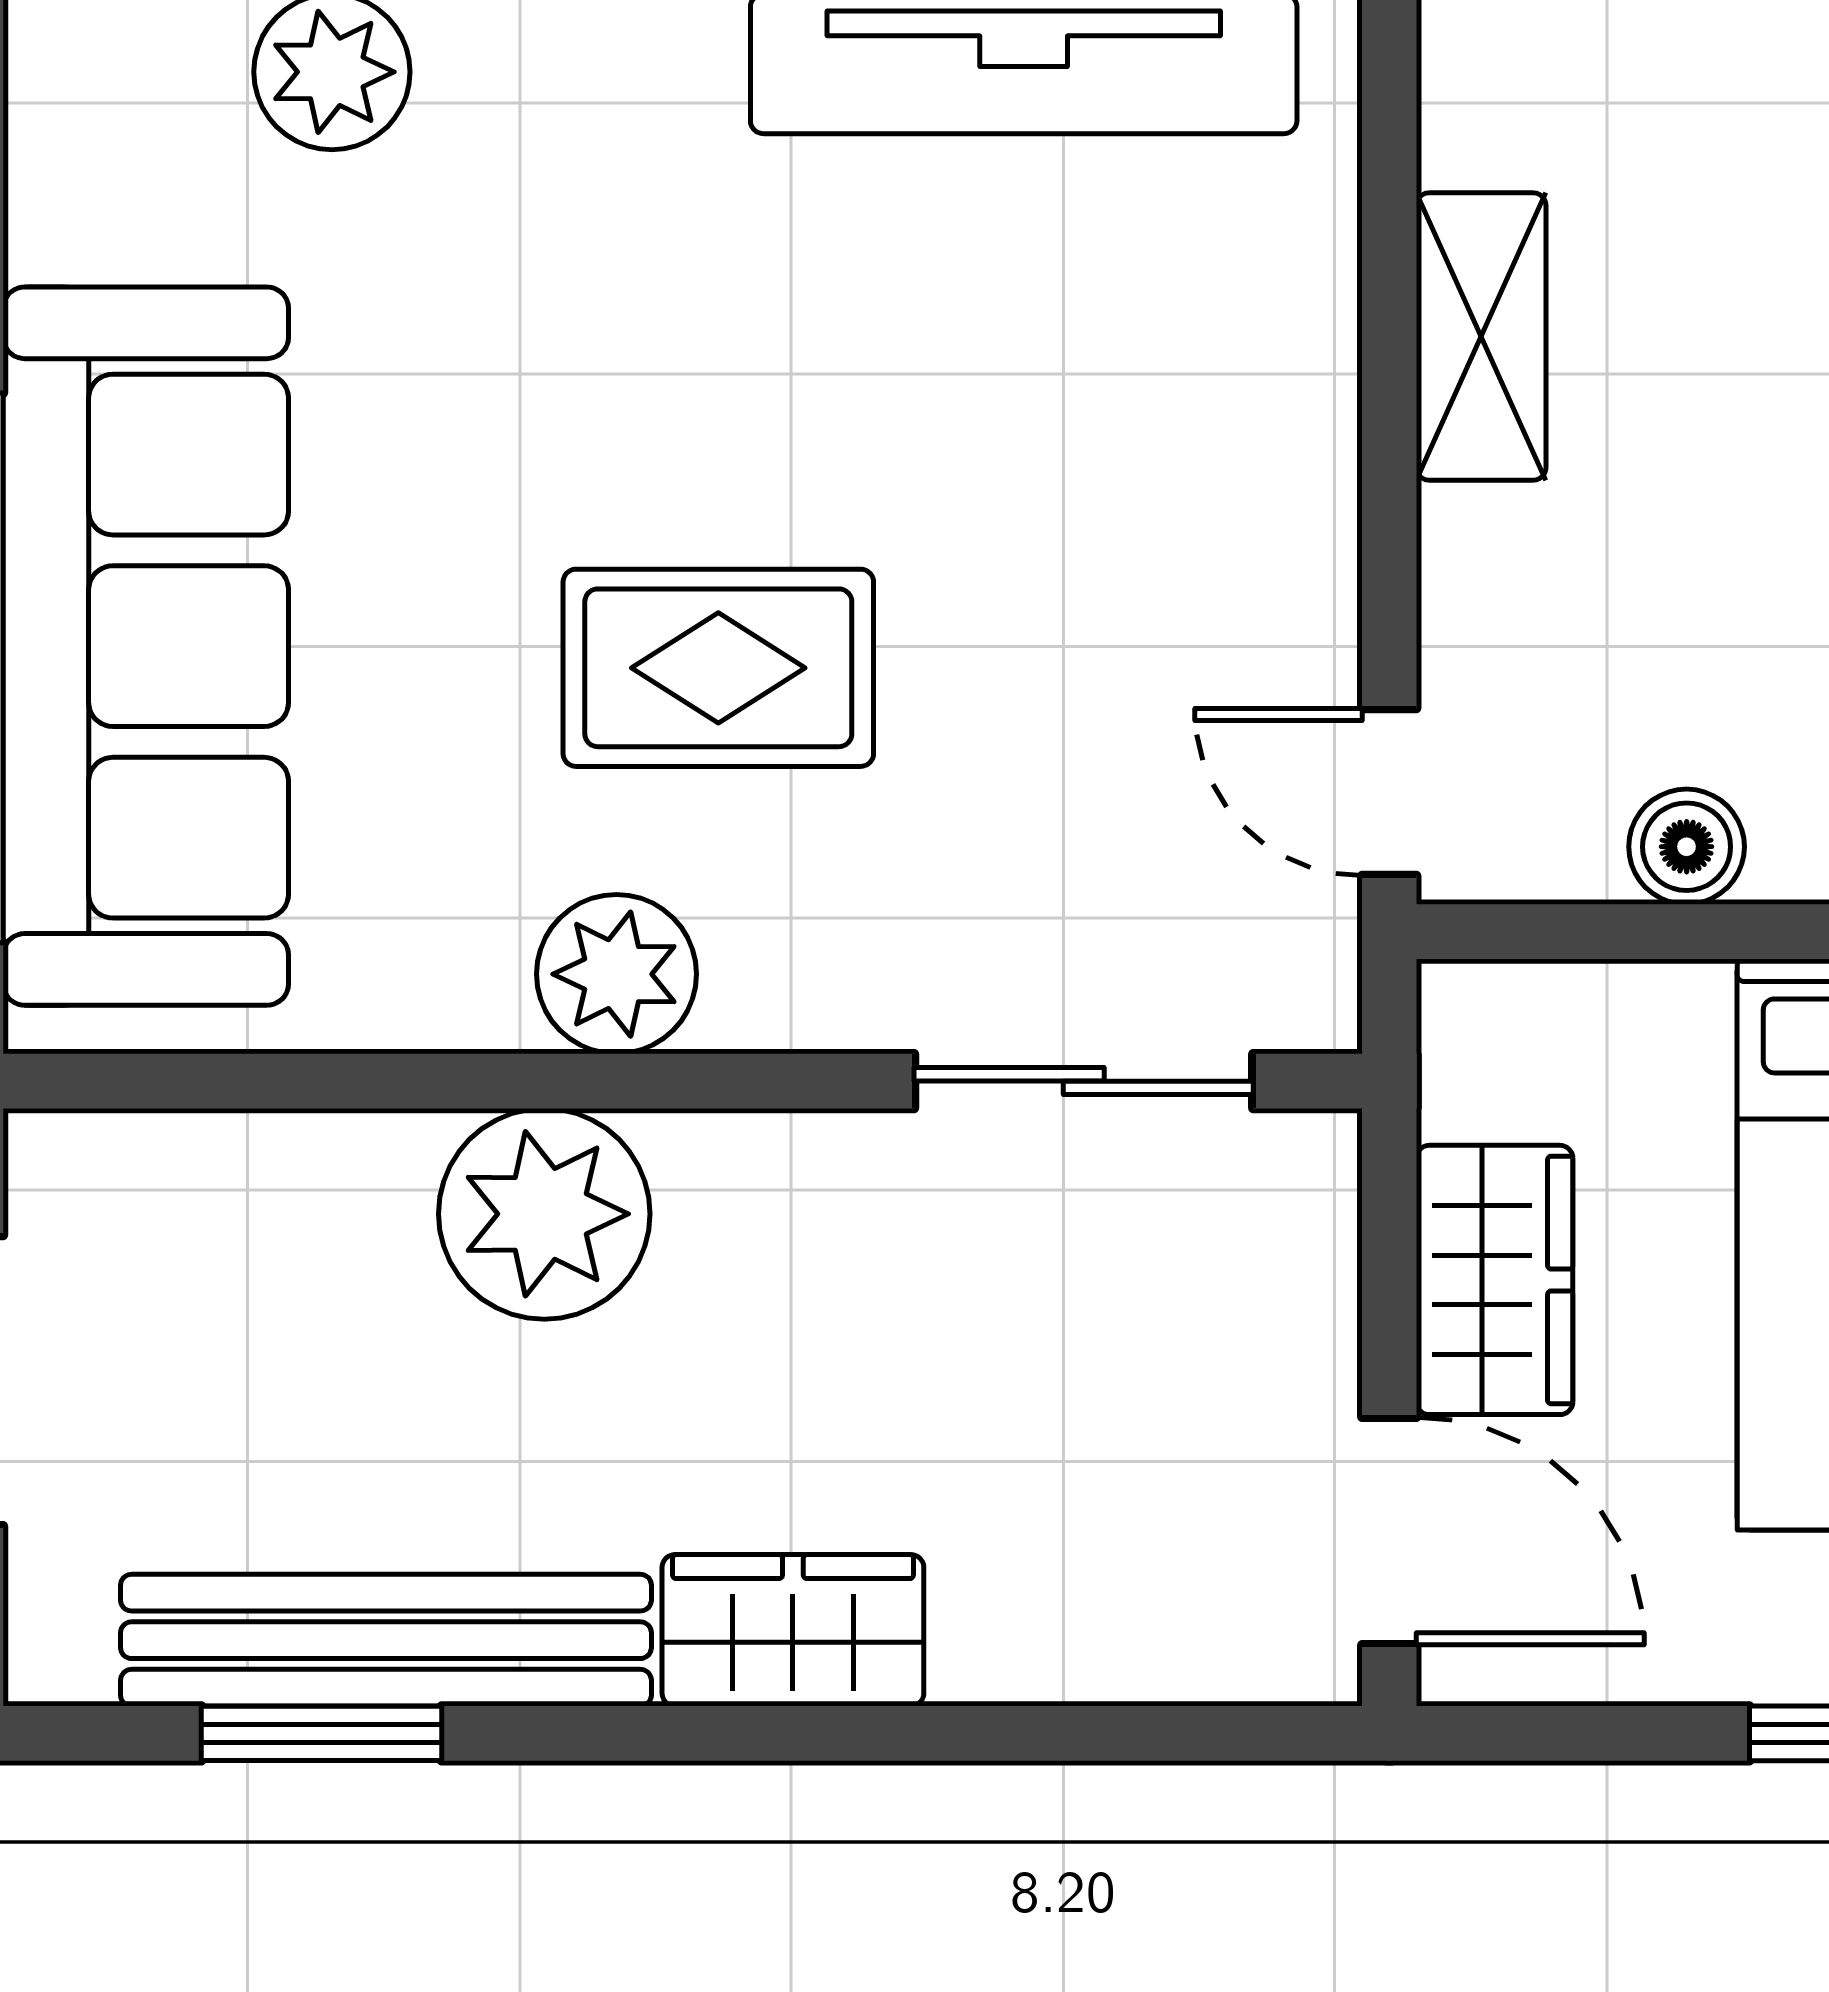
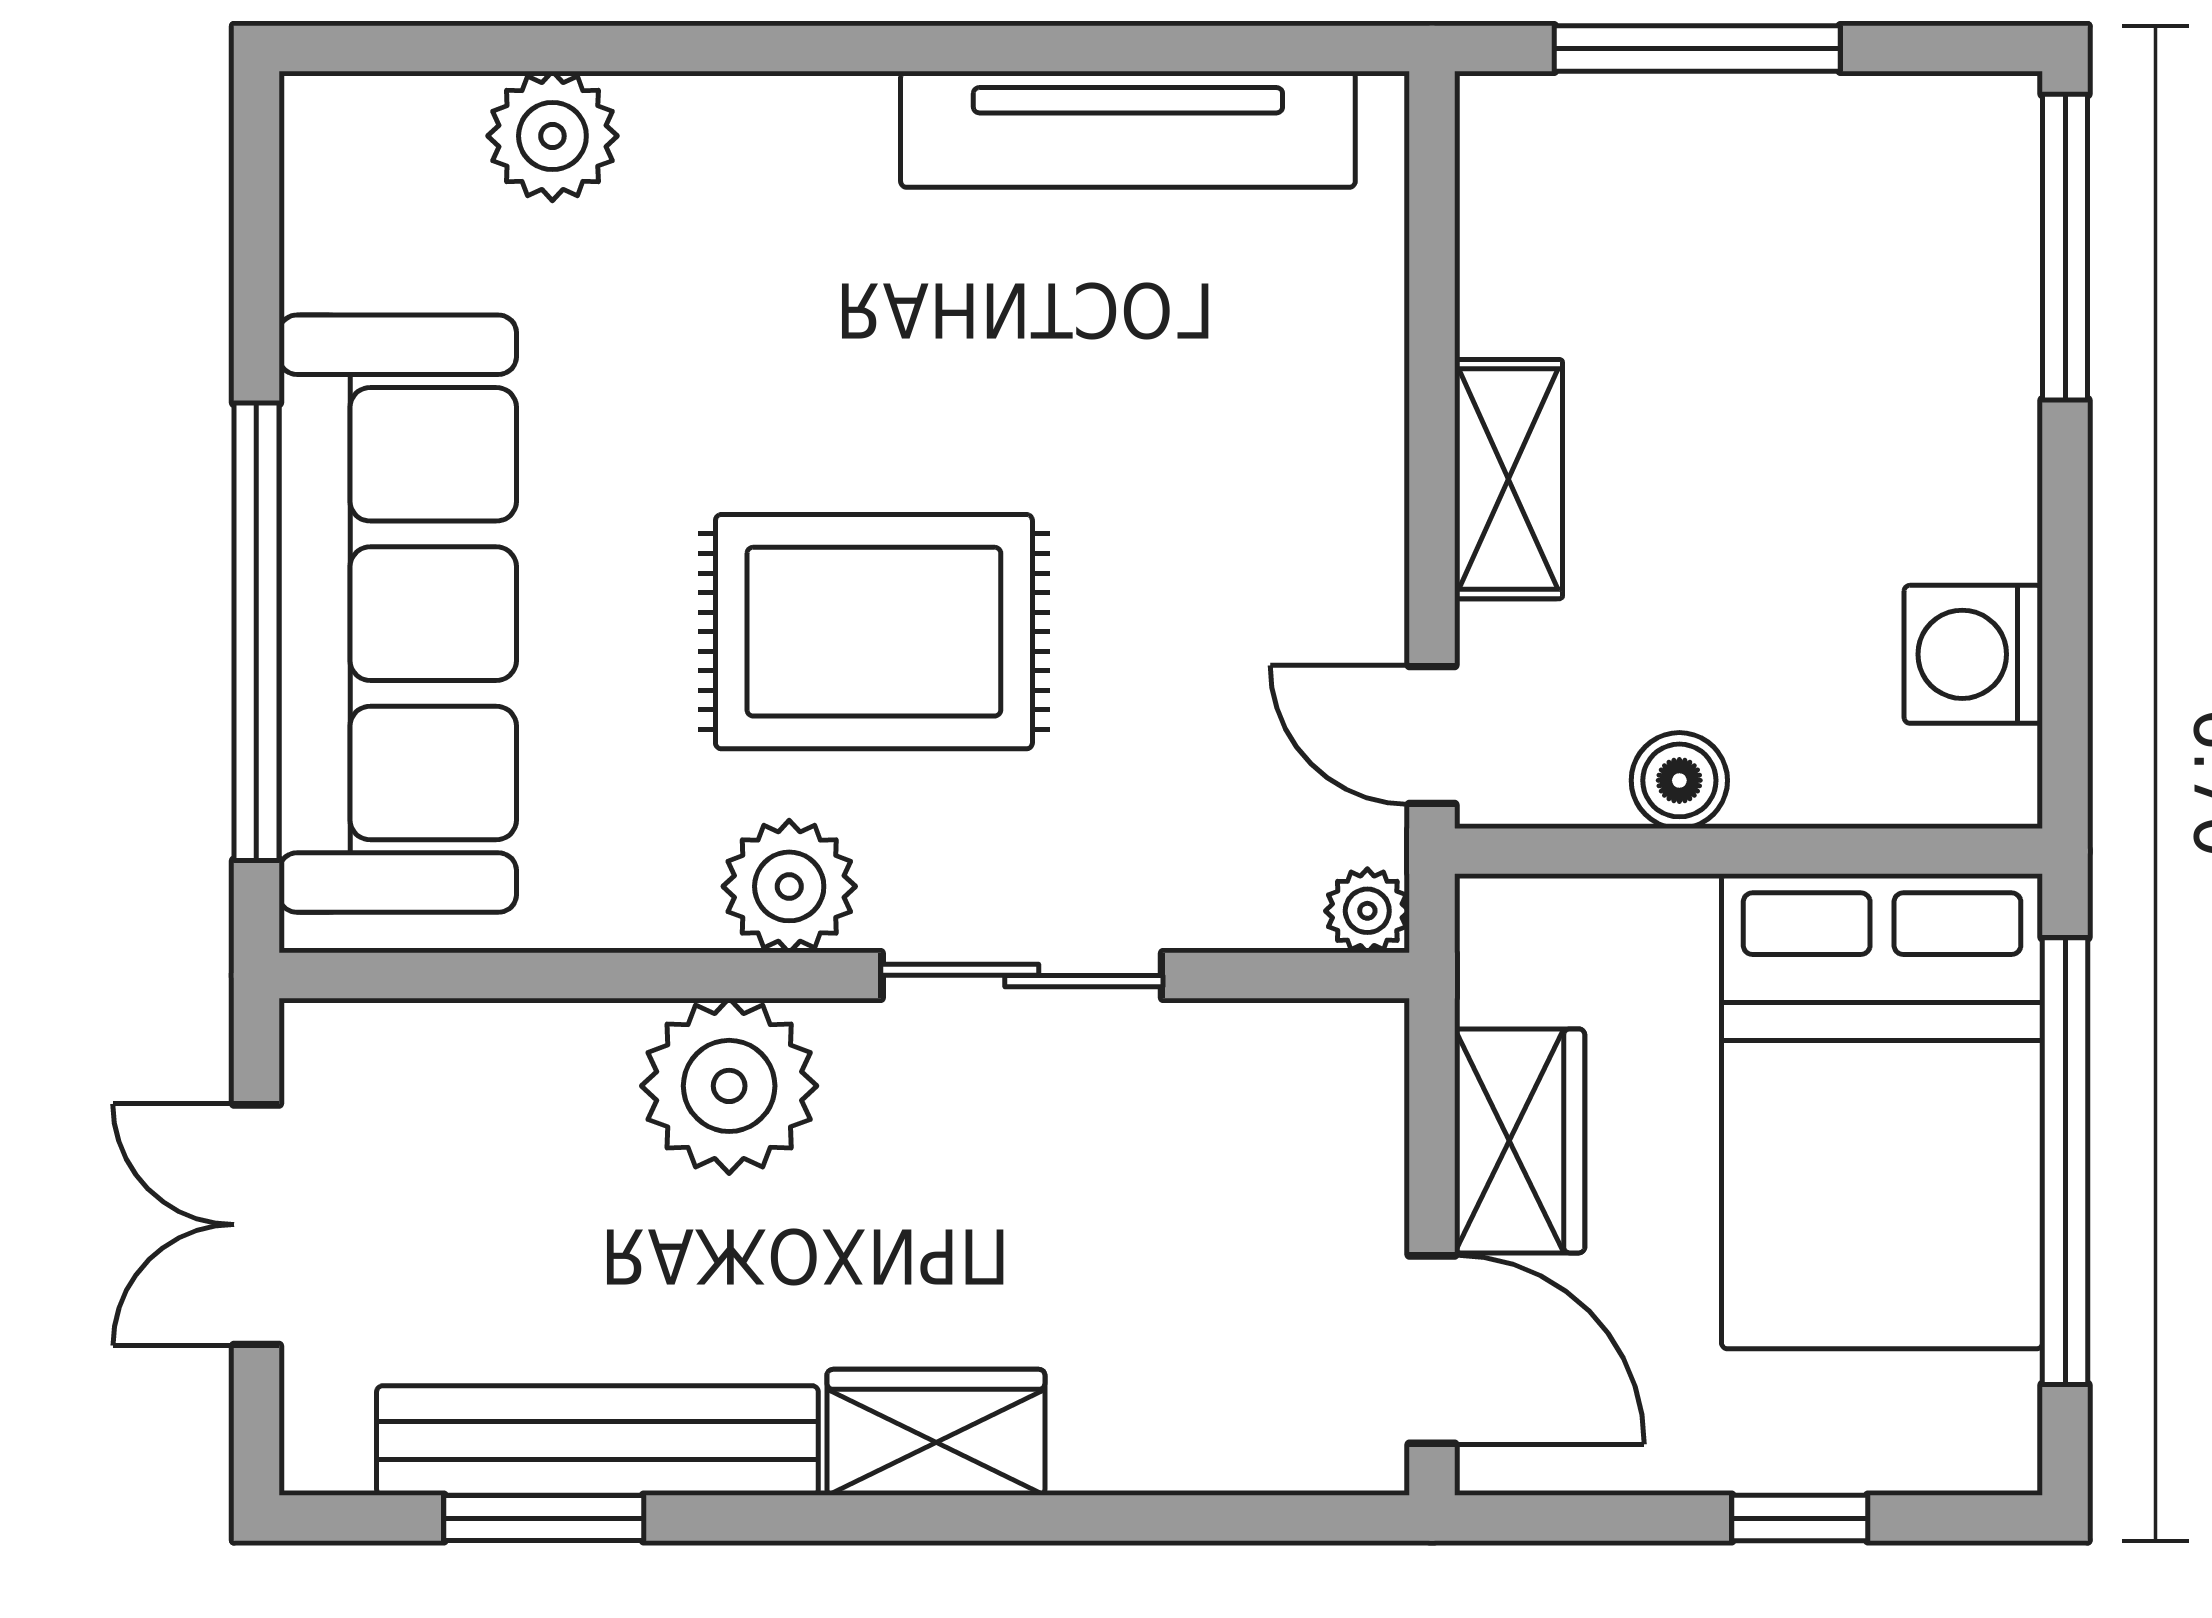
shelving: (1481, 336) -> (1508, 479), moved
rug: (718, 668) -> (874, 632), width x1.36, depth x1.43
plant: (1311, 1003) -> (1367, 911), added
sliding door: (1084, 1081) -> (1022, 975), moved

